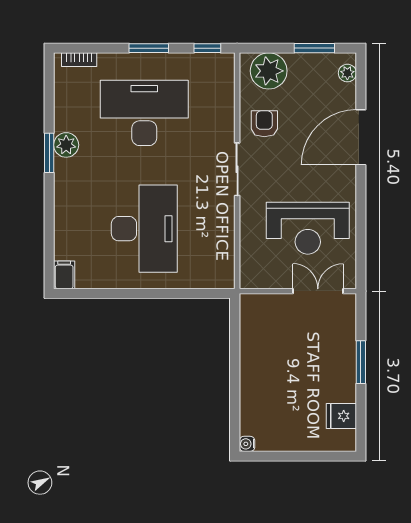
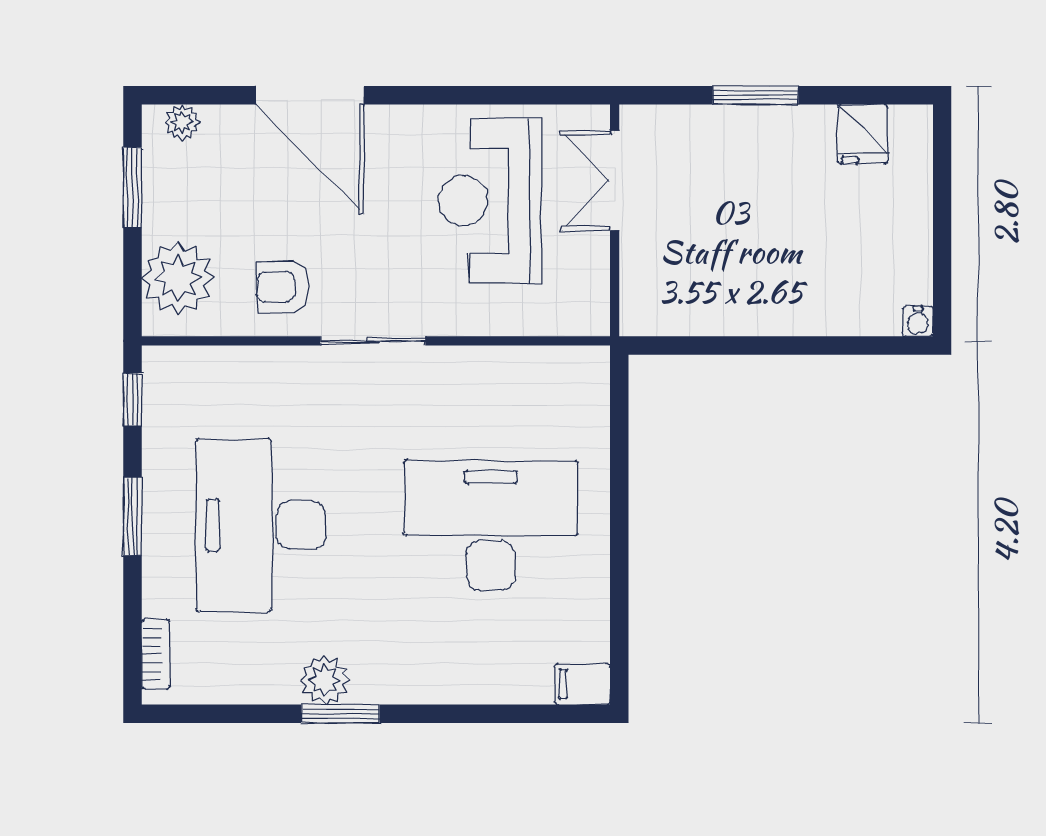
reception desk: (308, 228) -> (490, 201), turned 180

